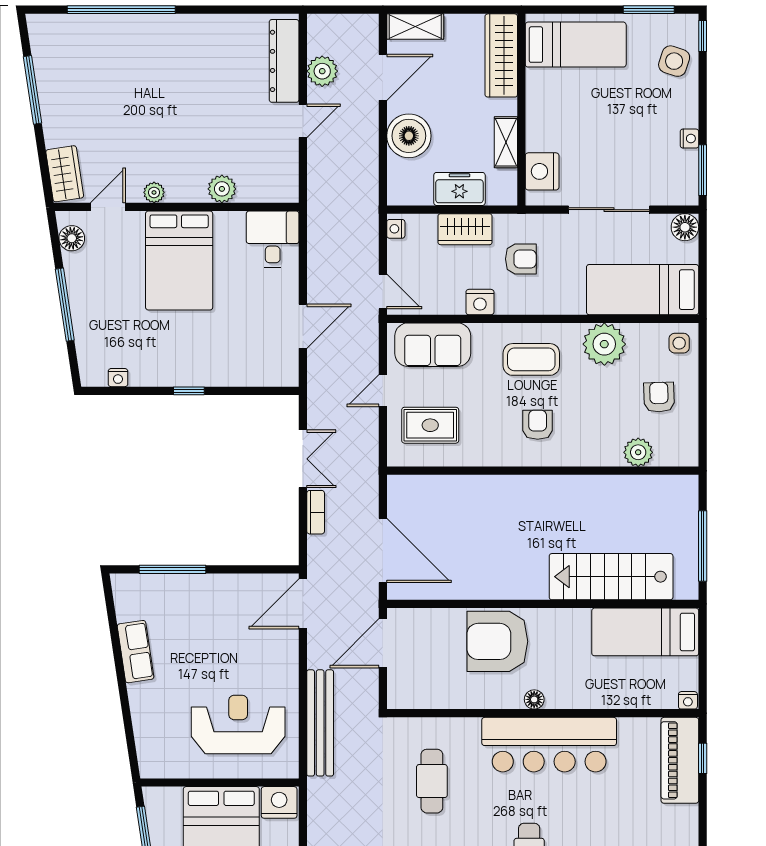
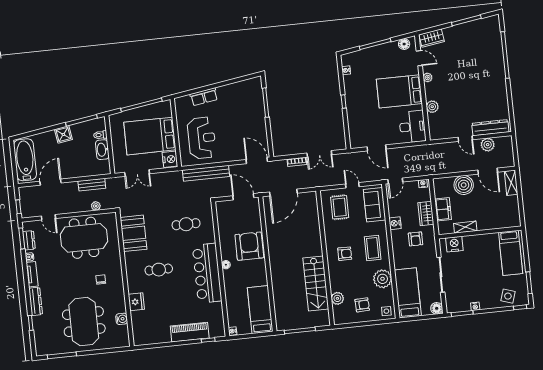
wardrobe: (501, 55) -> (503, 221), removed
desk: (273, 239) -> (412, 127), width x1.37
stairs: (611, 577) -> (316, 283), moved, turned 180
row of seats: (136, 652) -> (204, 97), moved
piano: (680, 760) -> (190, 332), moved

